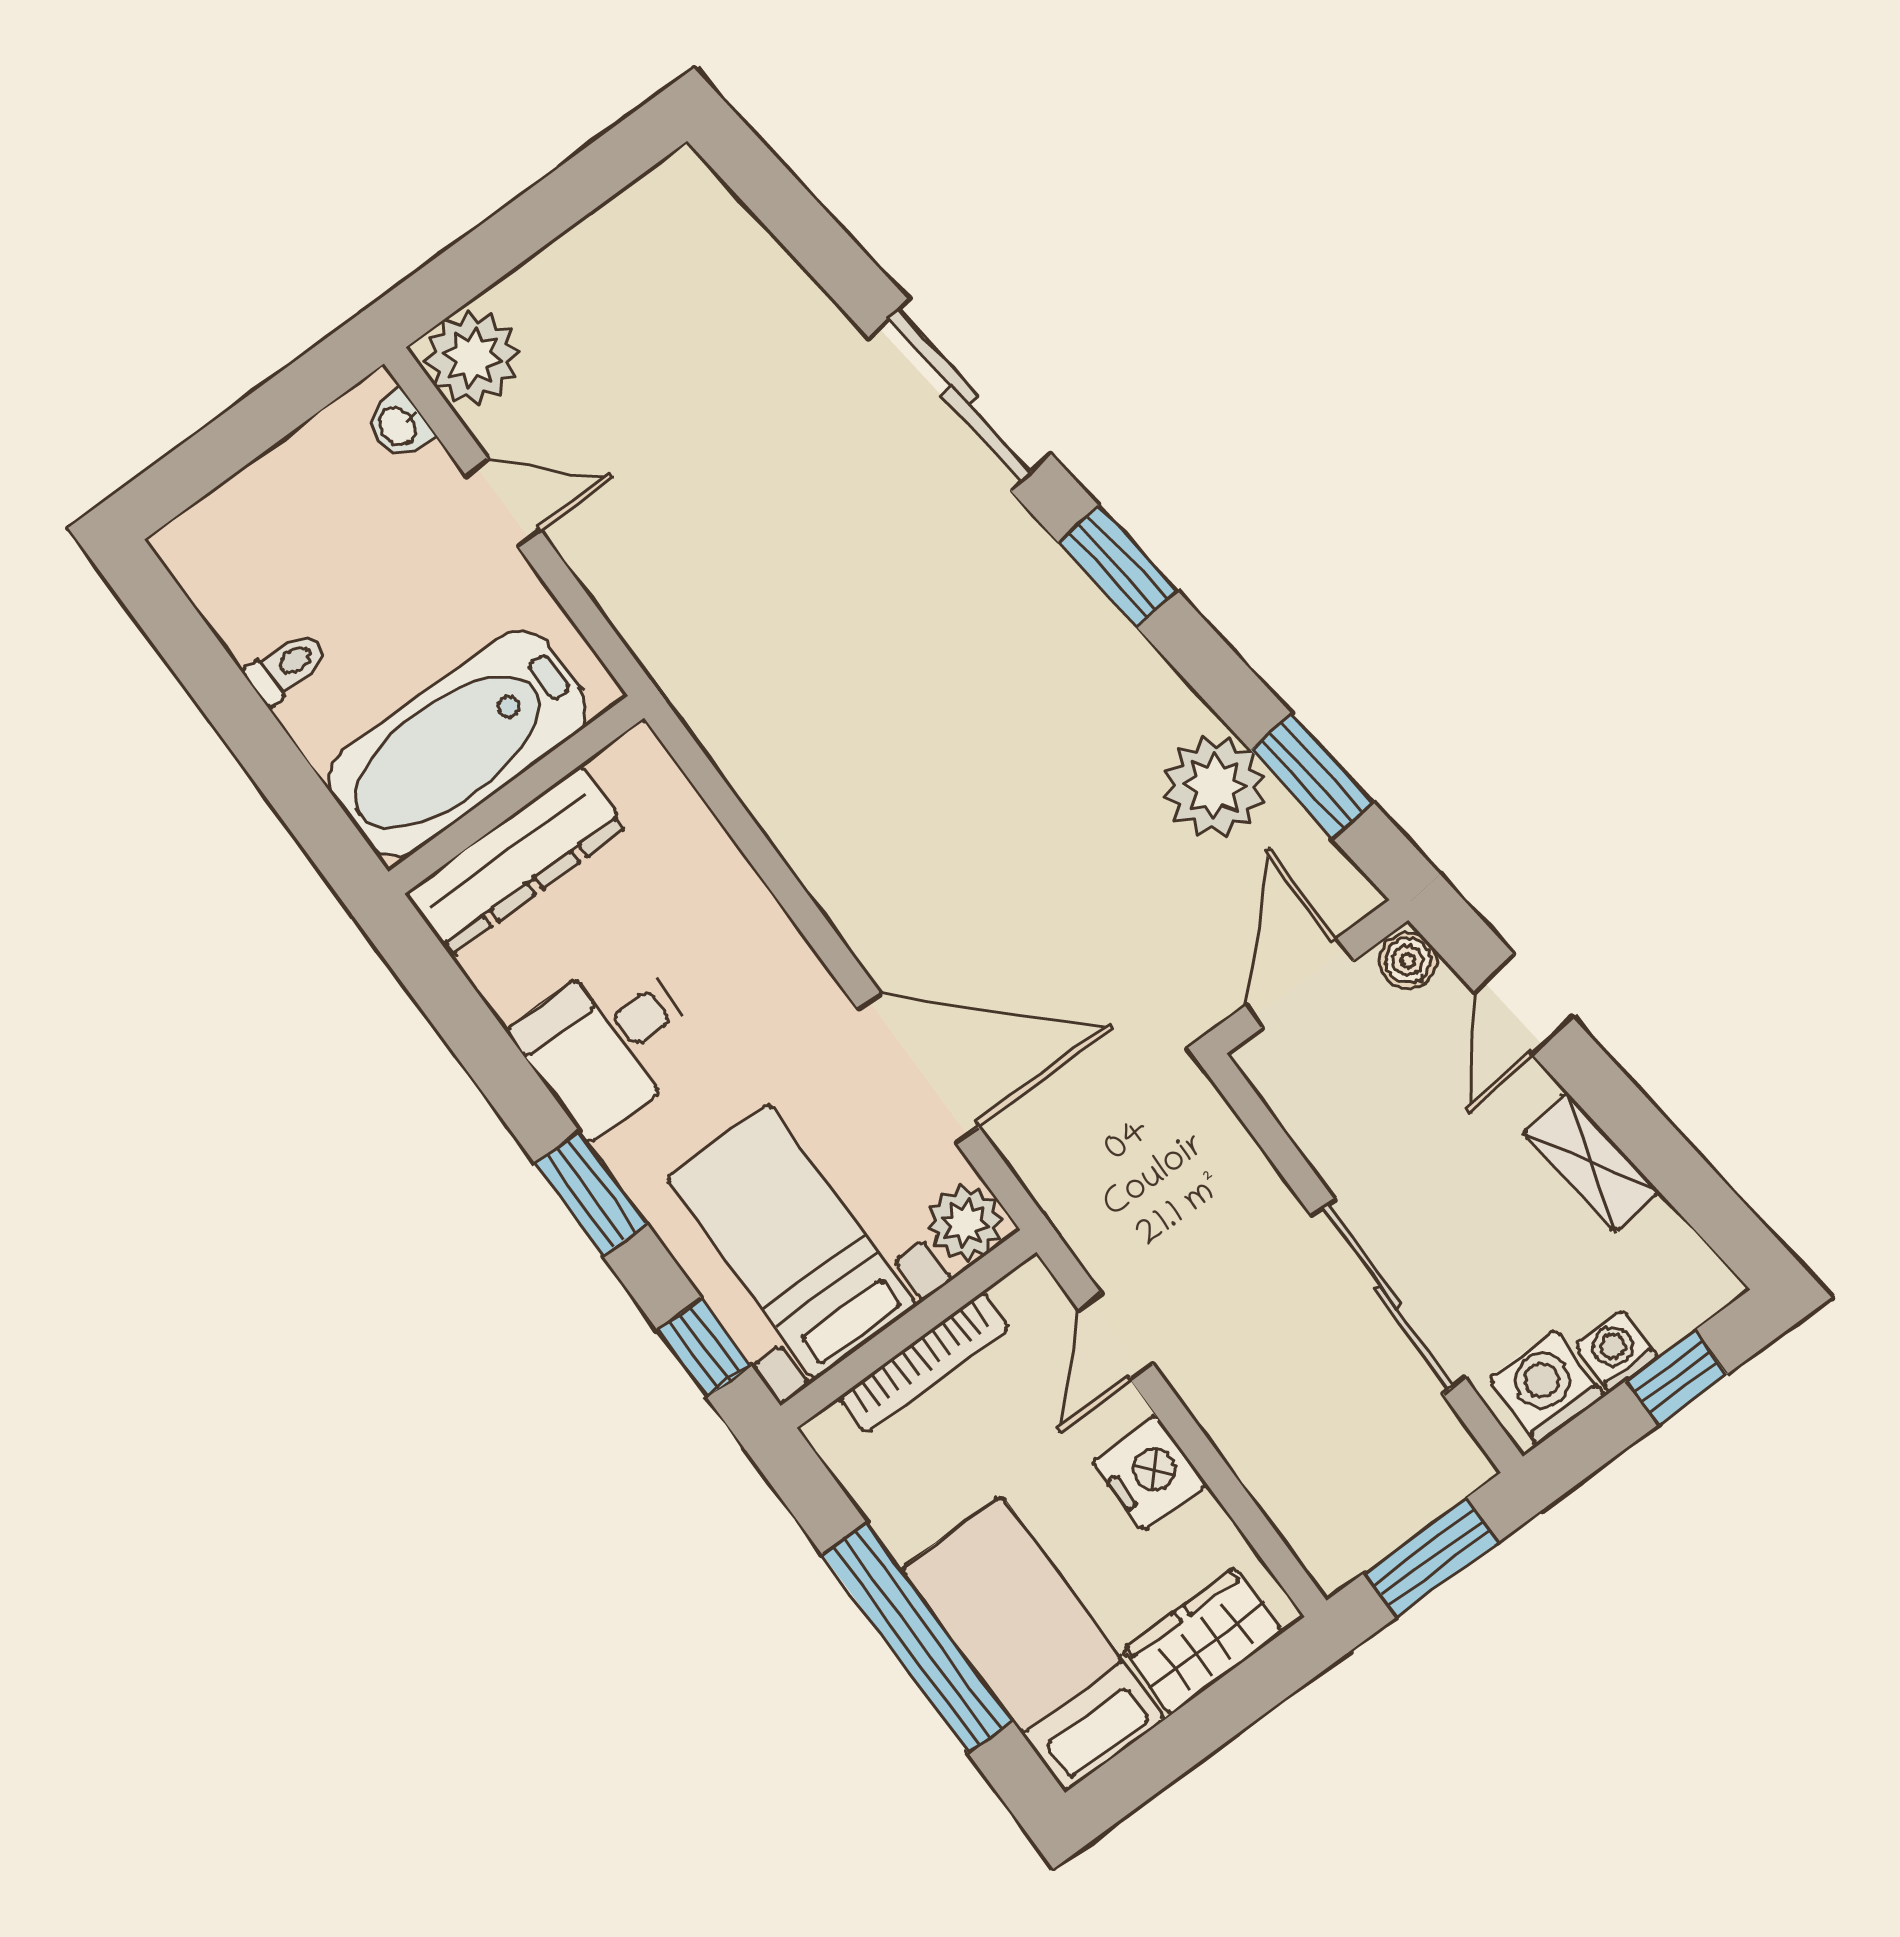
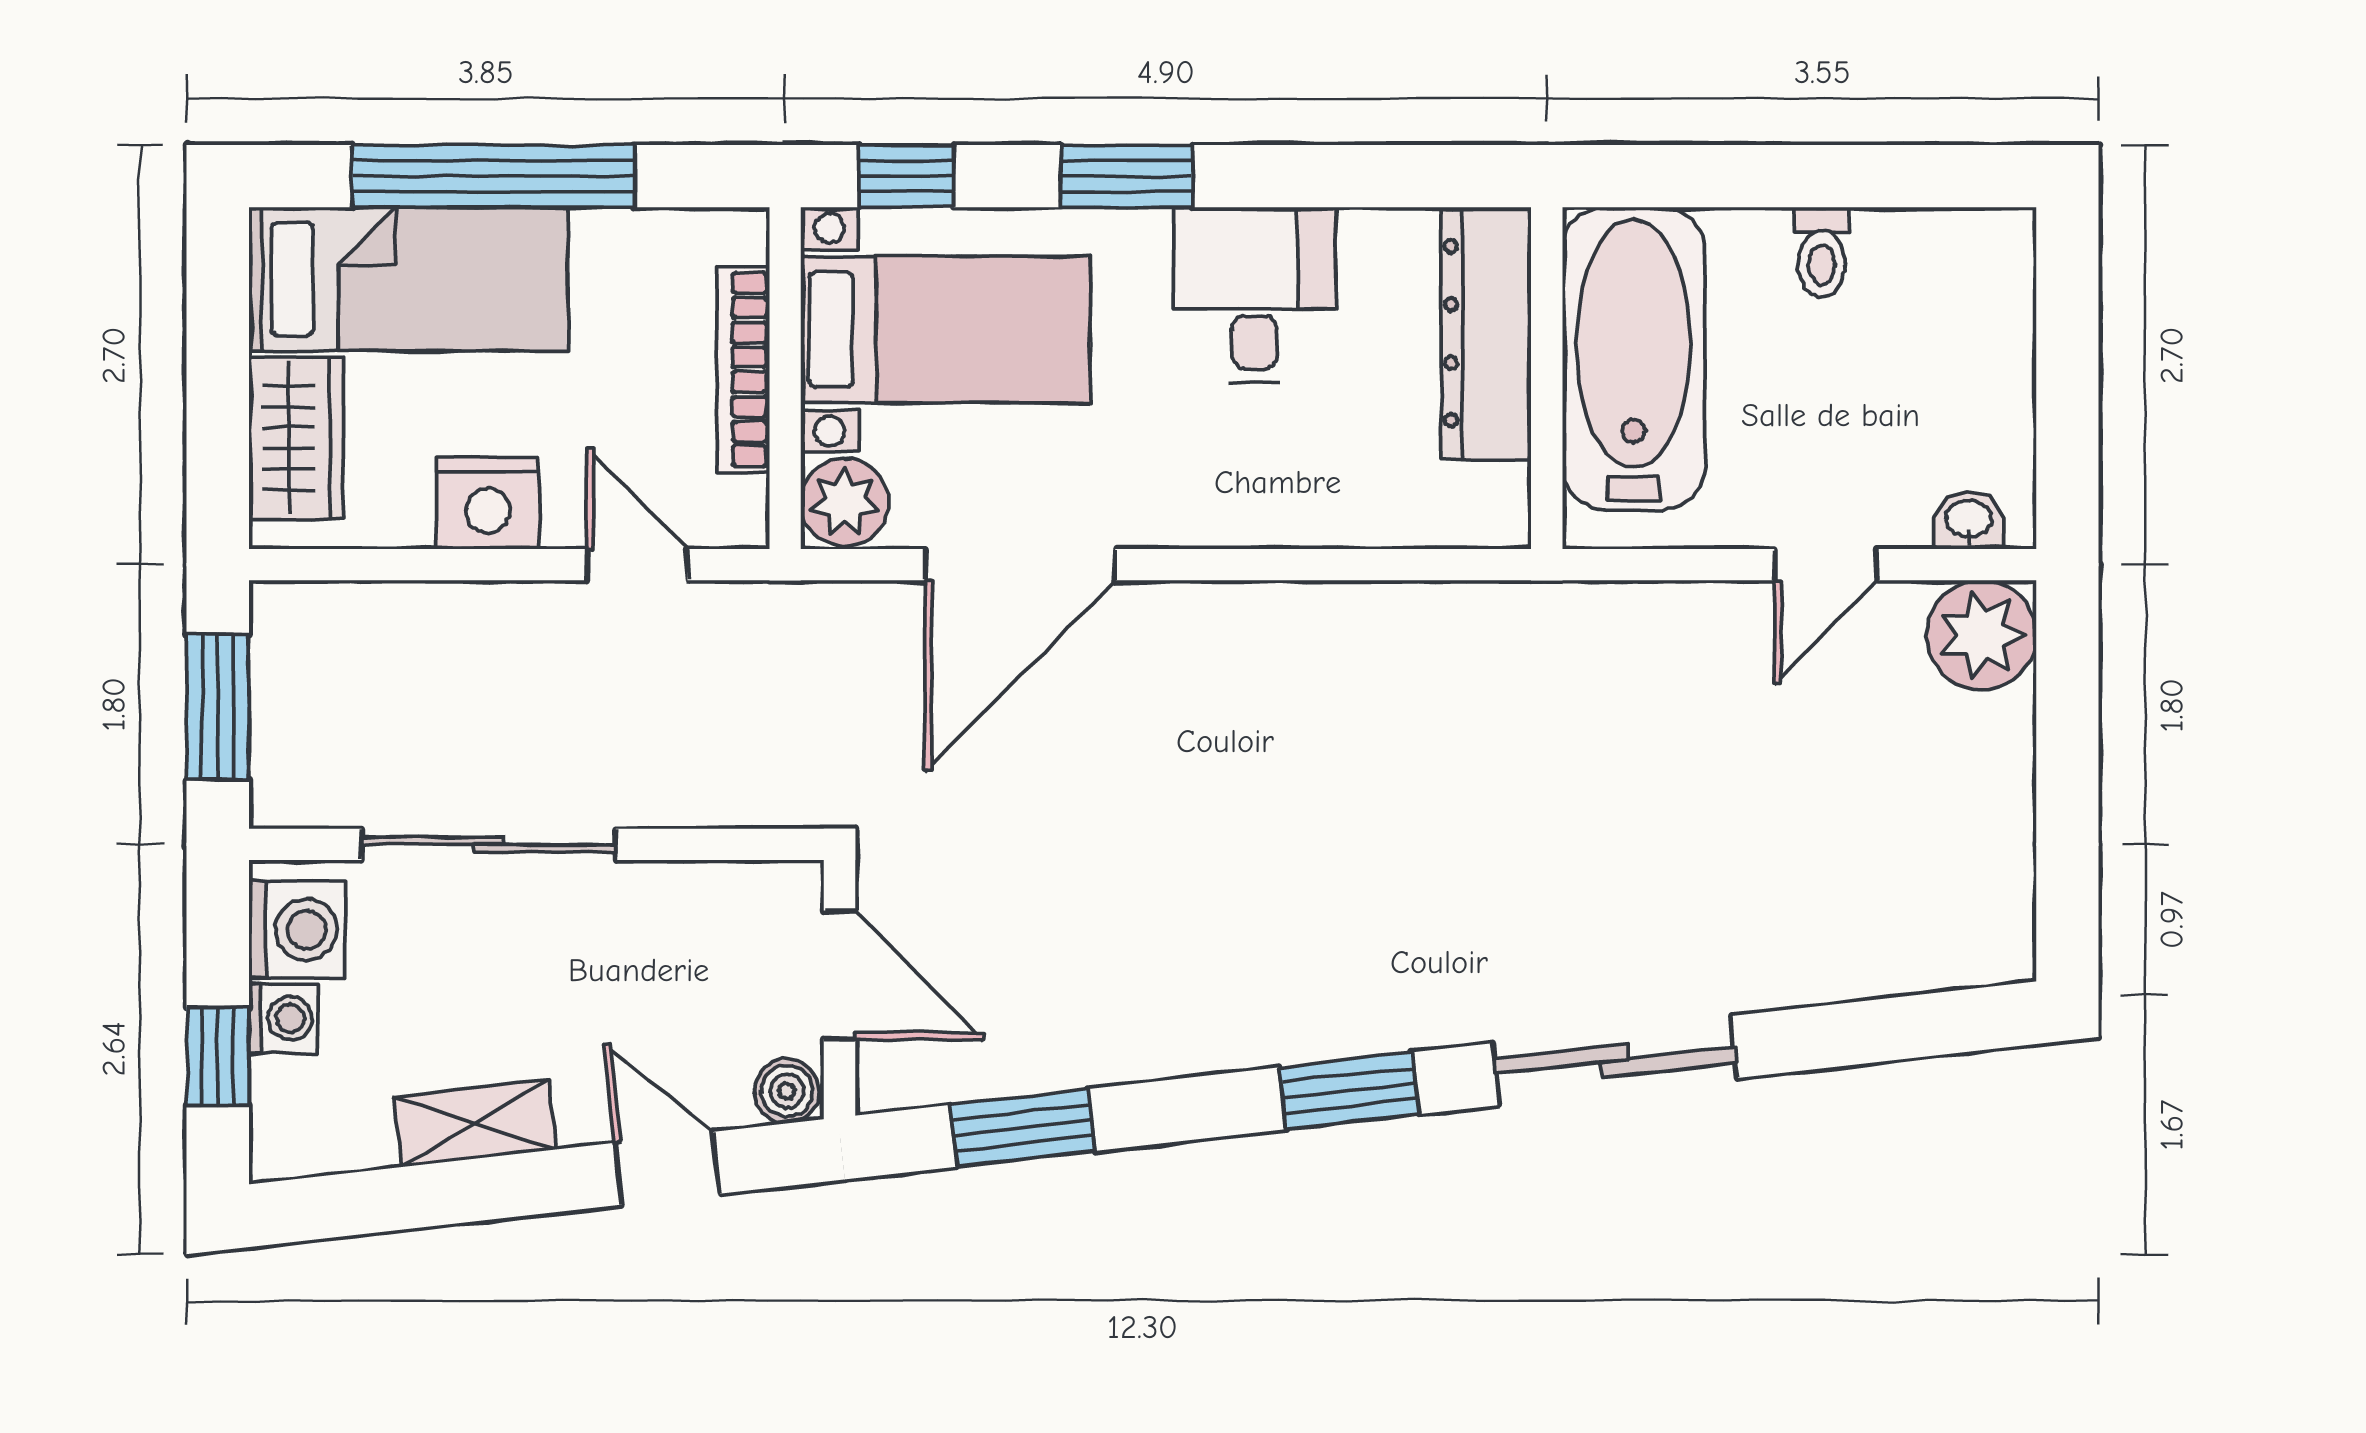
plant: (1214, 786) -> (1080, 1030), removed

